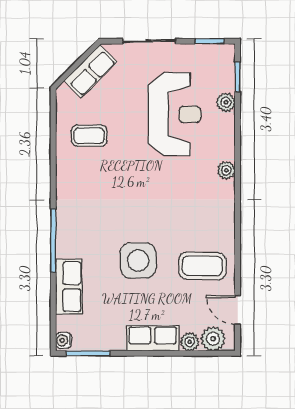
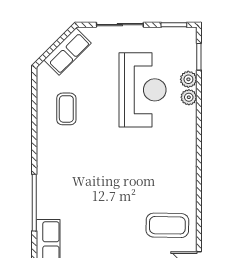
coffee table: (89, 136) -> (66, 109), turned 90
plant: (226, 170) -> (189, 97), moved
side table: (138, 260) -> (110, 220), removed

